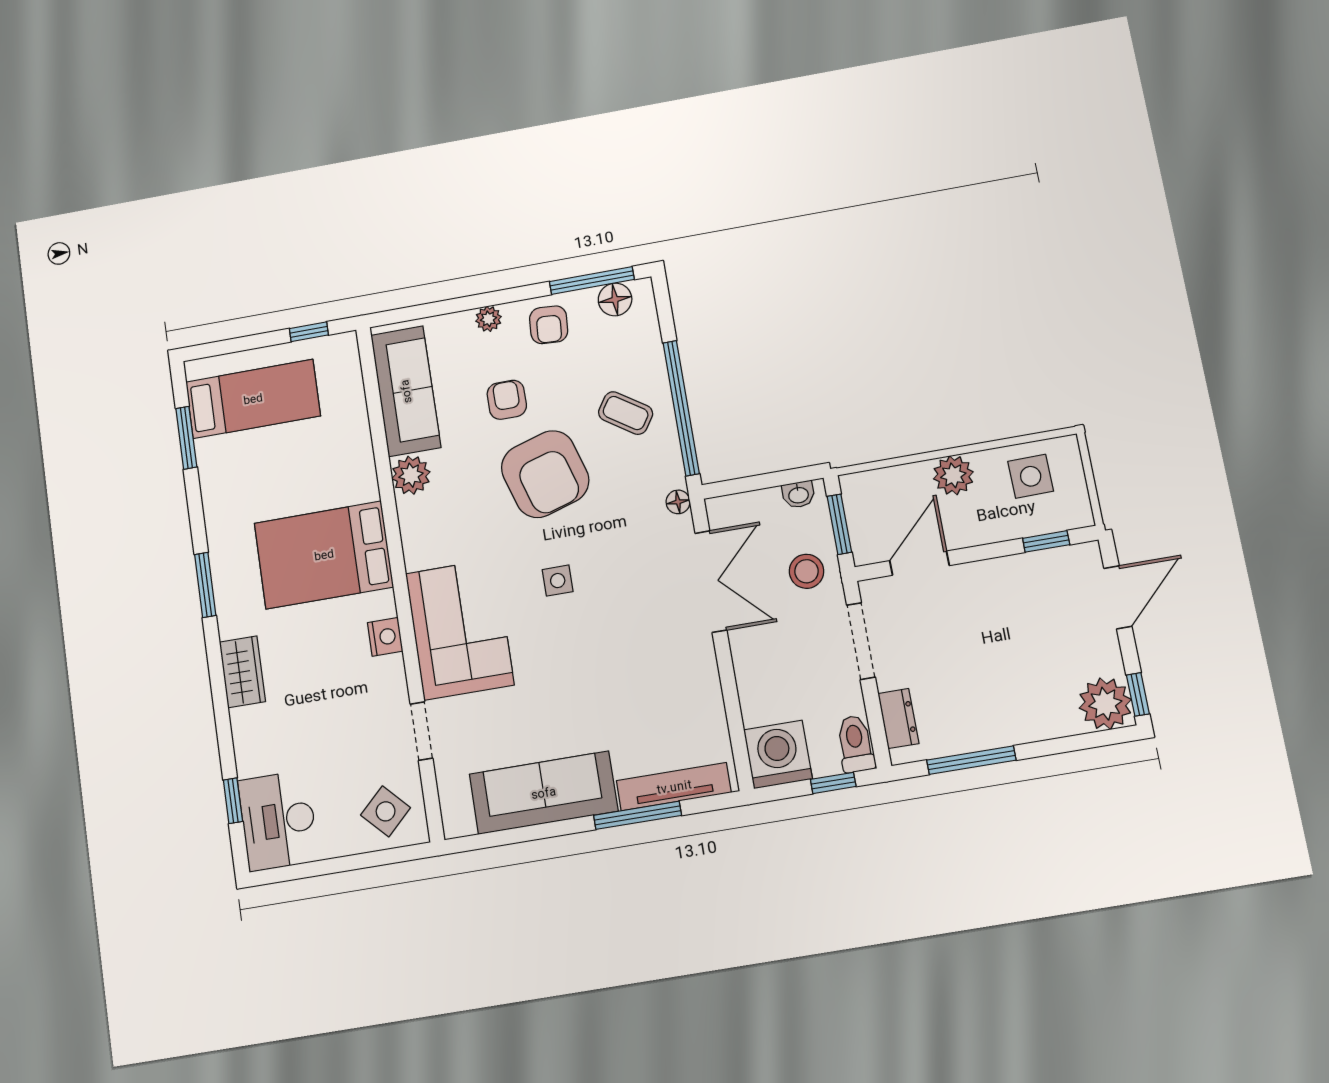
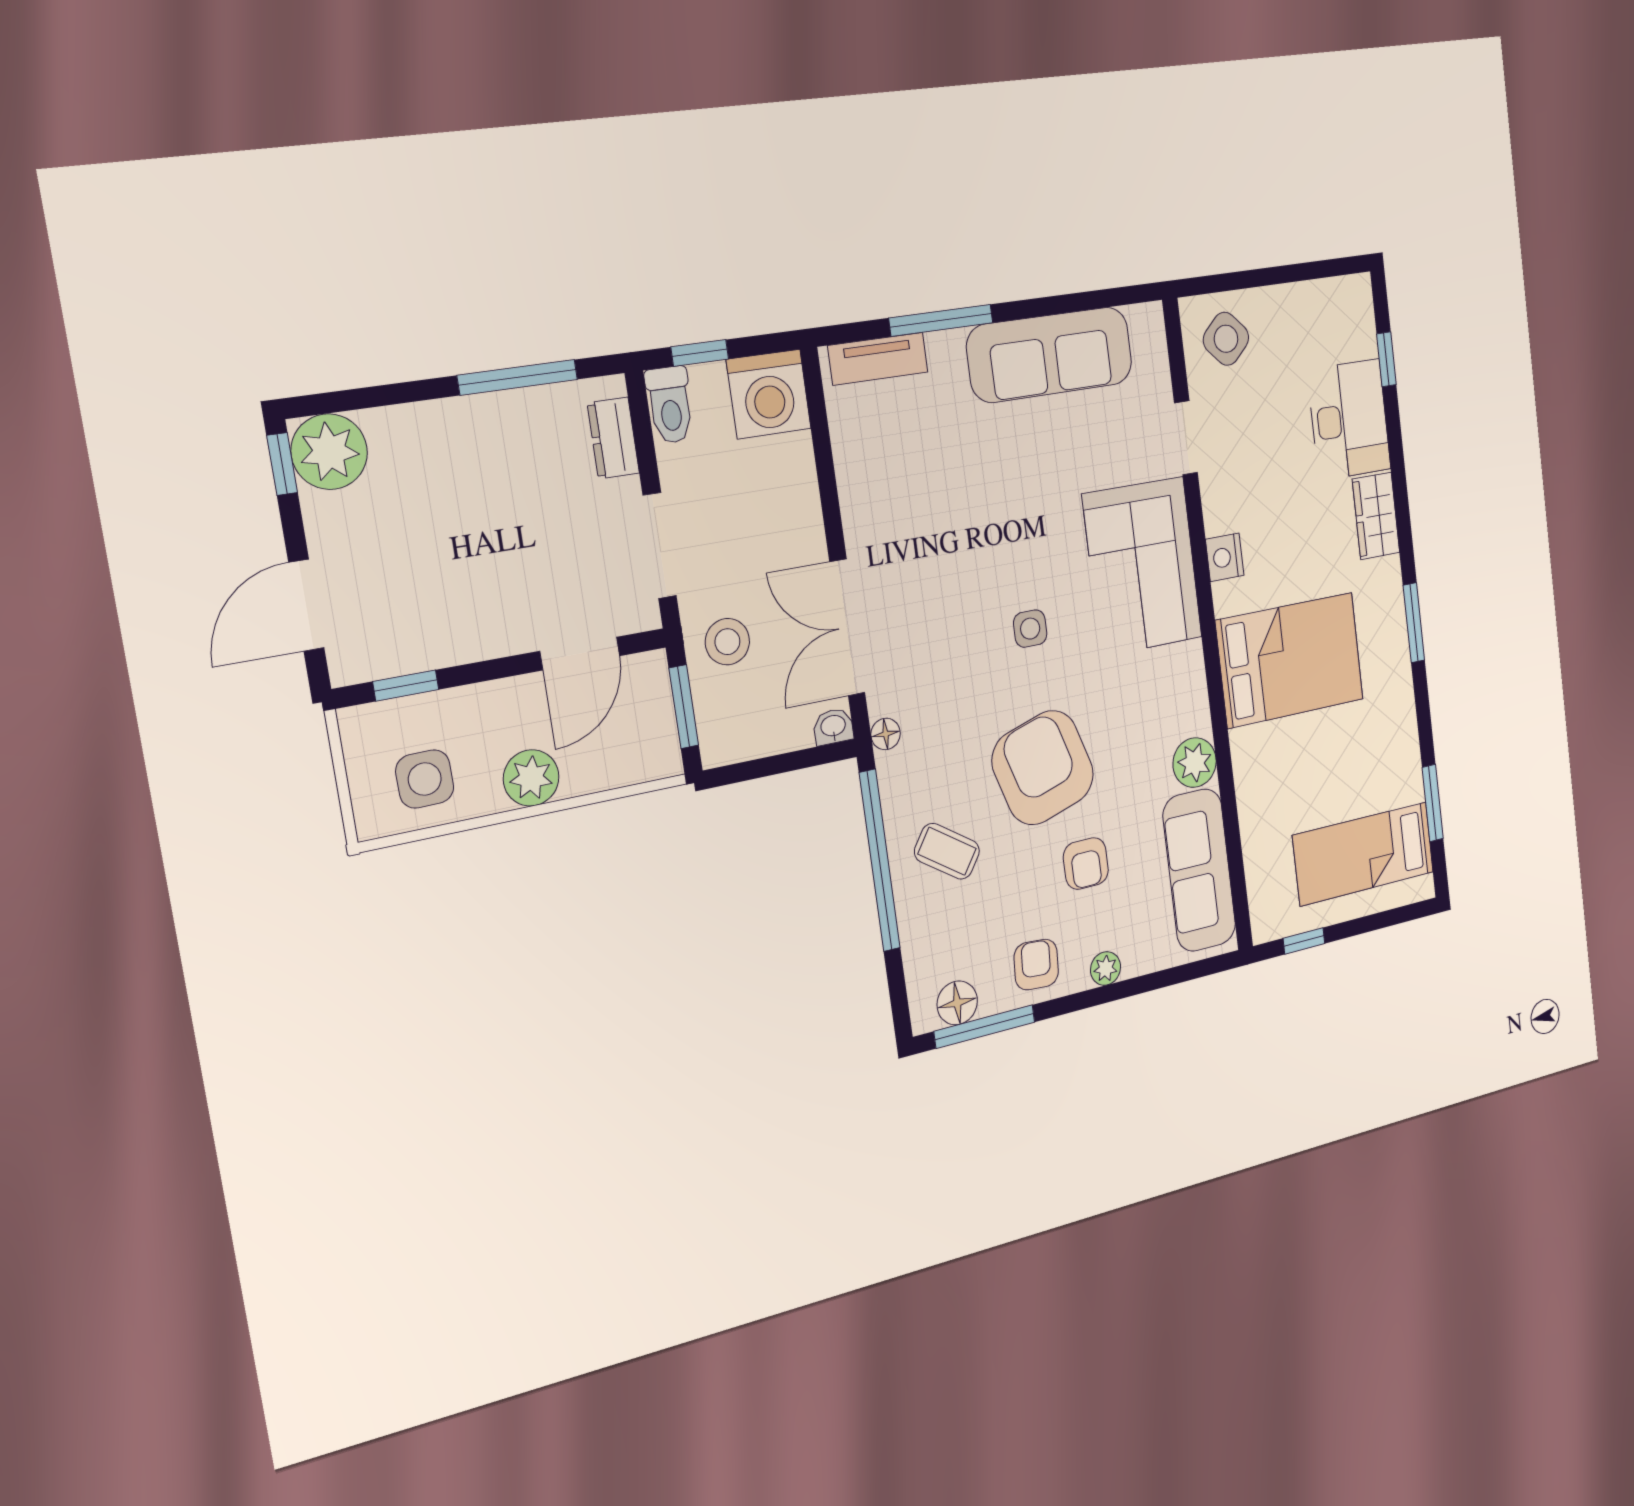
washbasin: (798, 495) -> (833, 727), moved
tv unit: (674, 787) -> (878, 359), width x0.71
desk: (278, 821) -> (1349, 420), moved

